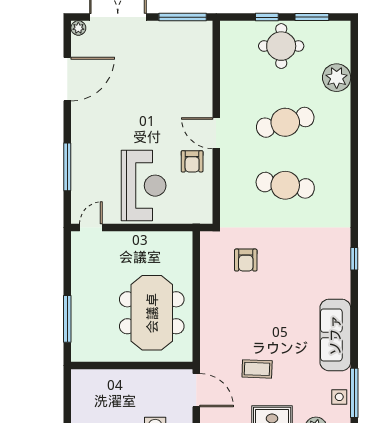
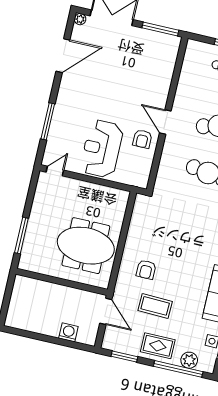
reception desk: (144, 186) -> (102, 149), turned 180
armchair: (246, 260) -> (146, 270), moved
meeting table: (152, 313) -> (86, 246), turned 90
coffee table: (257, 369) -> (155, 306), width x1.36, depth x1.30

